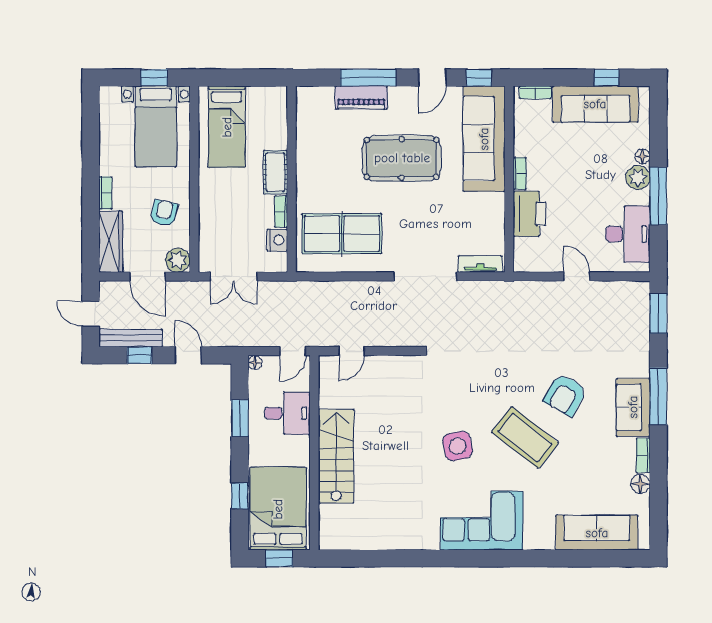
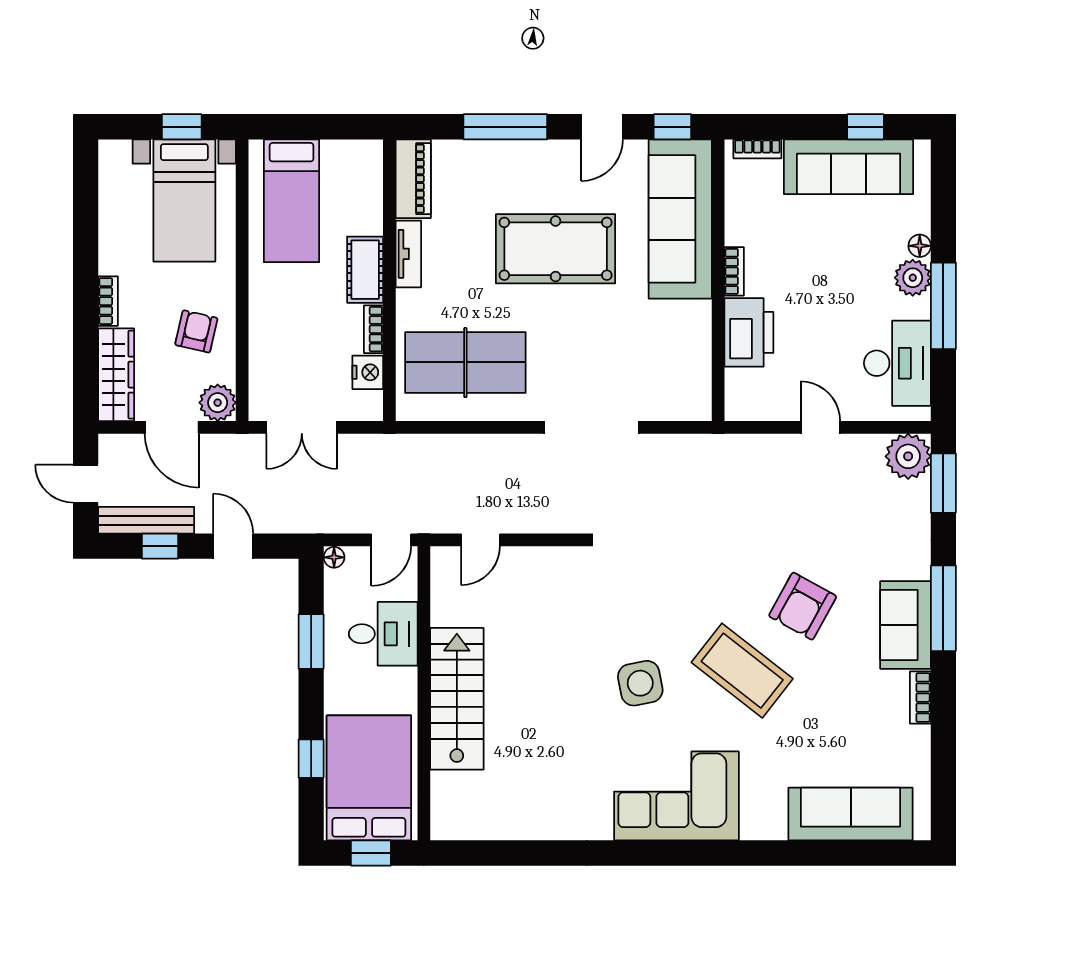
piano: (361, 98) -> (413, 179), moved, turned -90
tv unit: (480, 264) -> (408, 254), moved, turned 90
plant: (635, 296) -> (908, 456), added
floor lamp: (640, 484) -> (916, 741), removed

